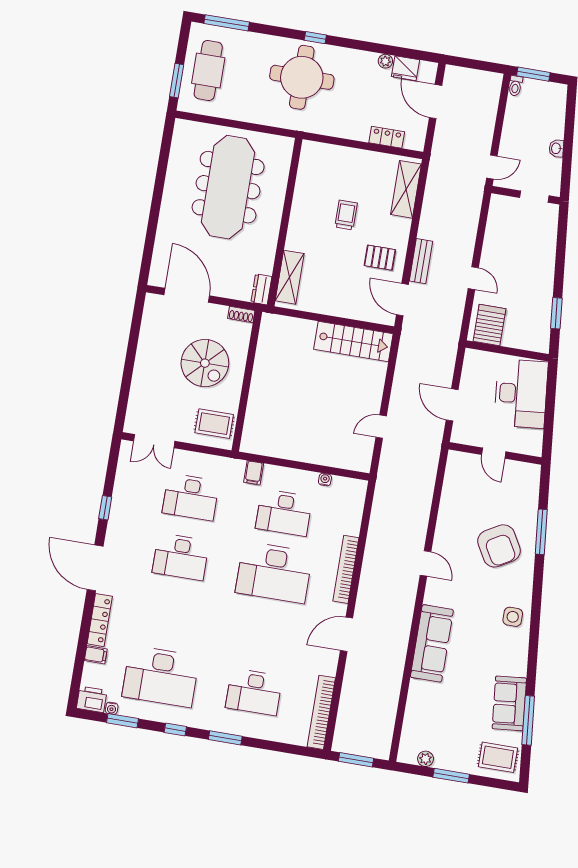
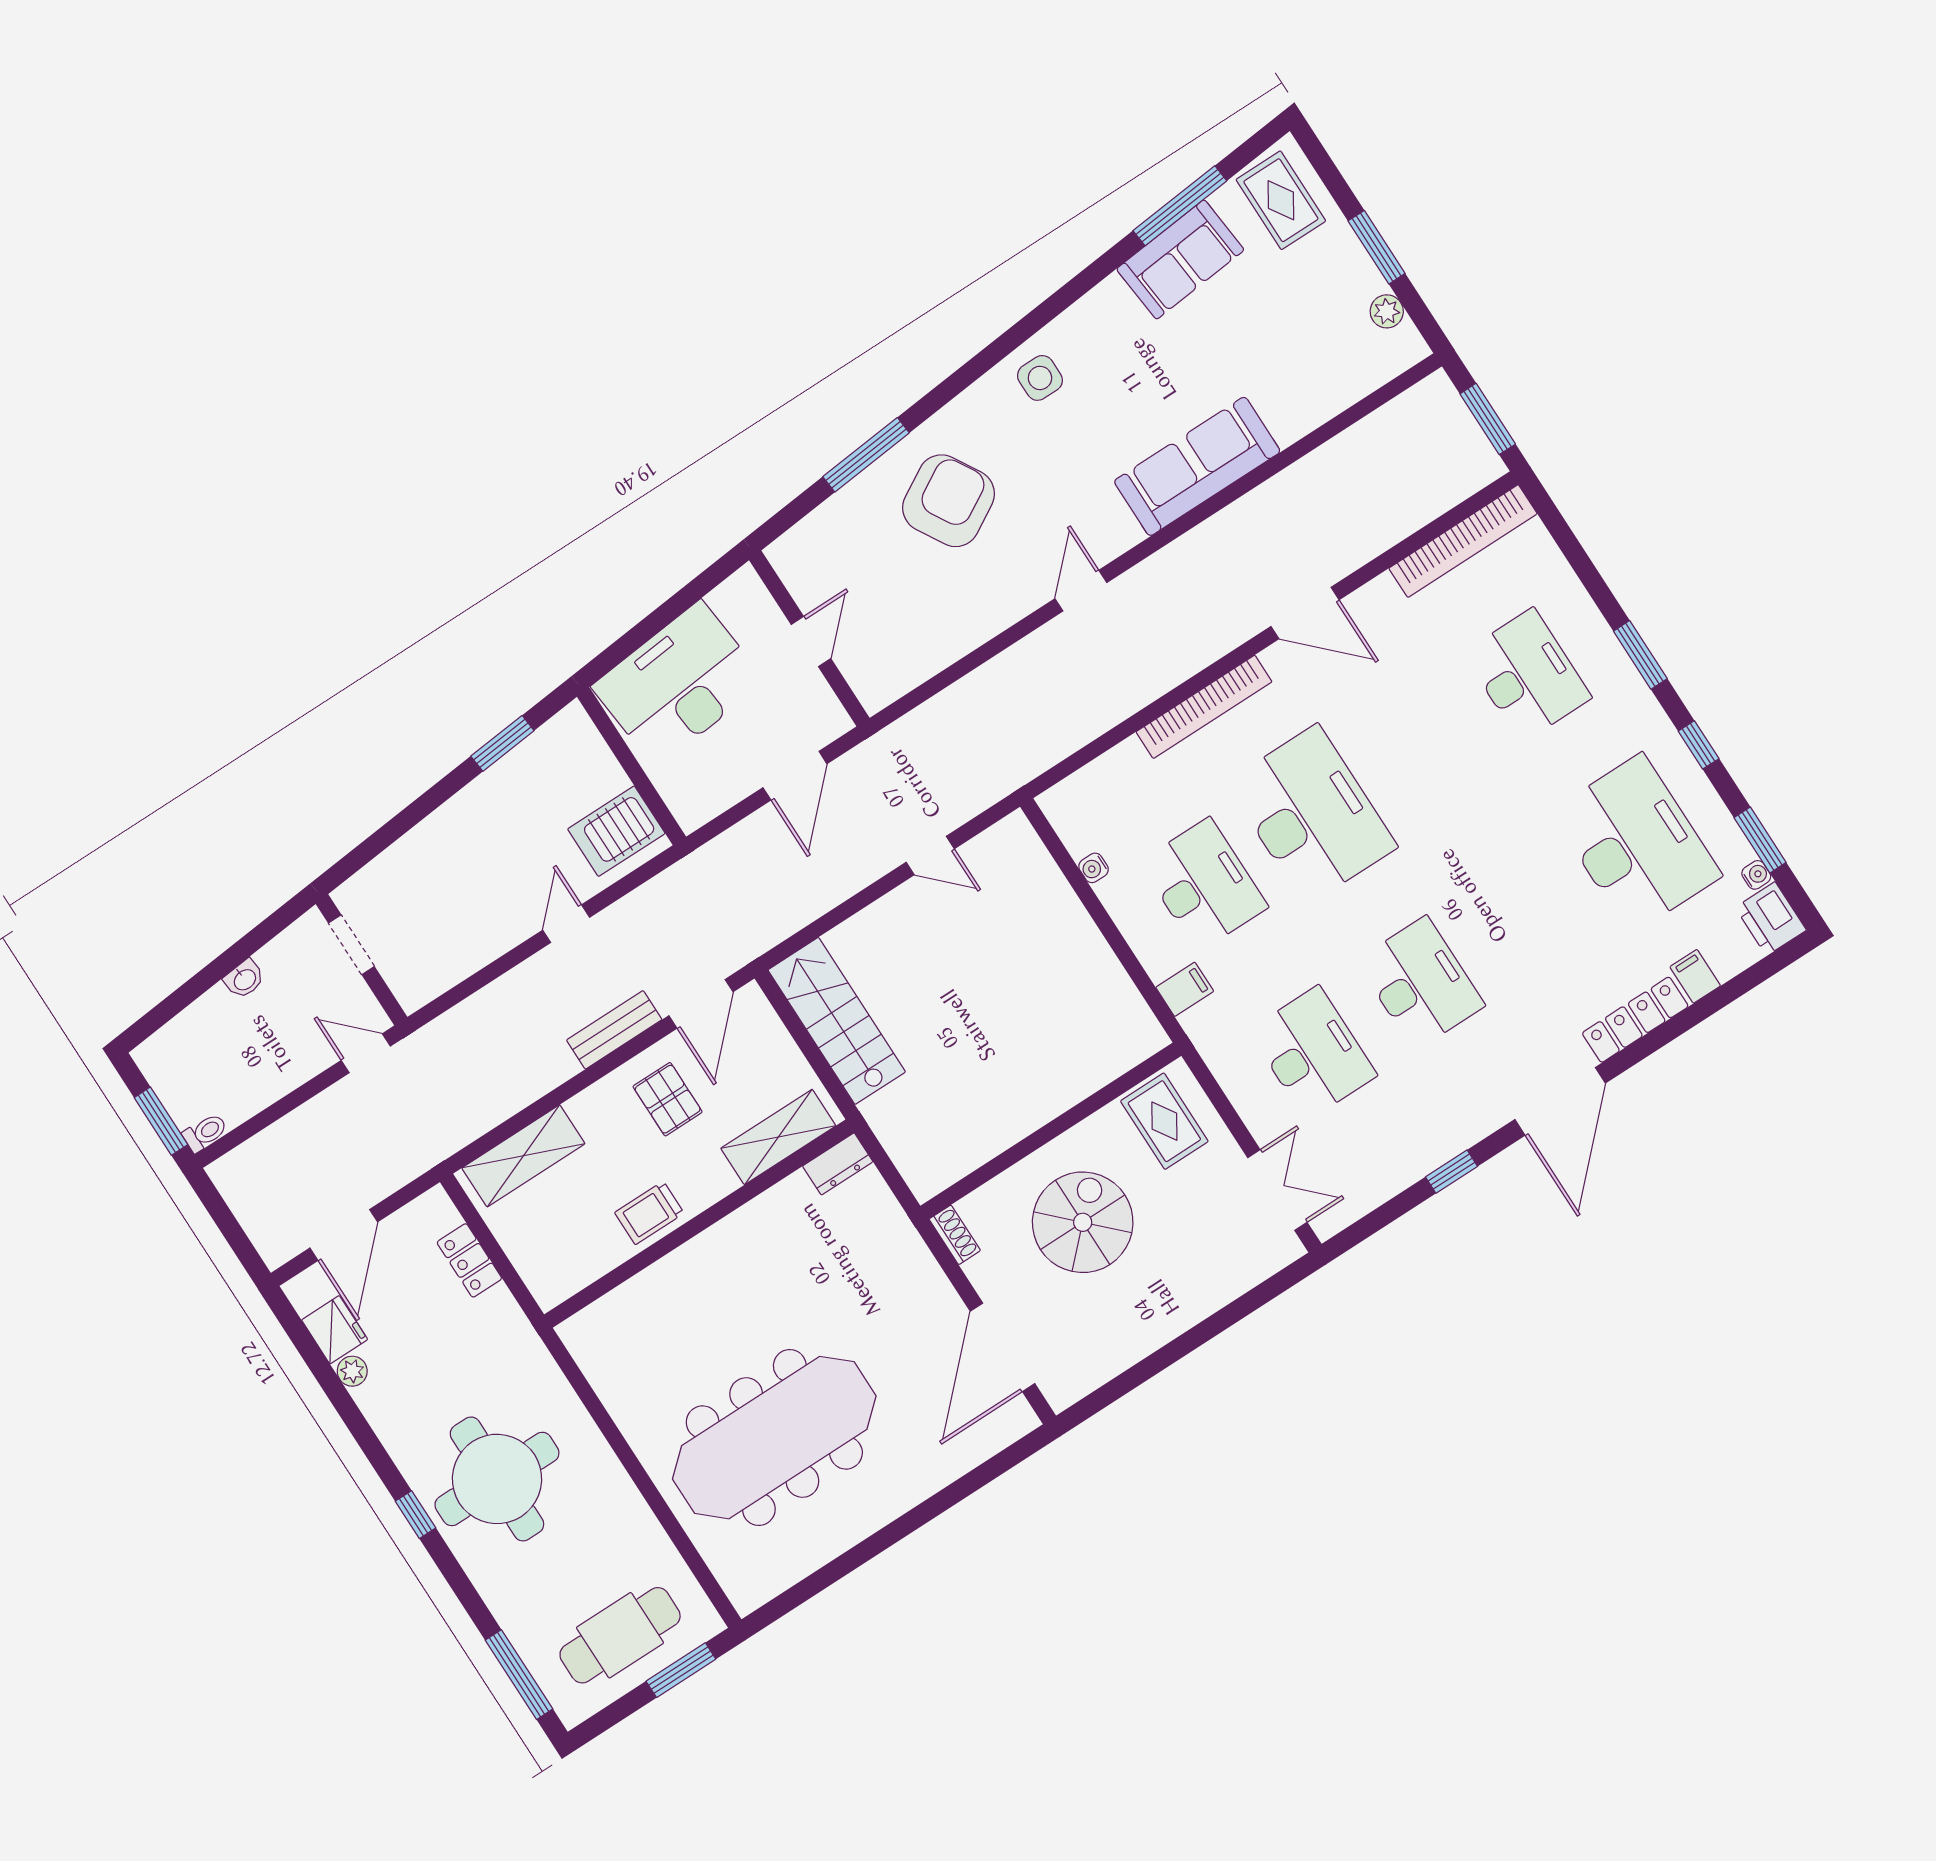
wall: (285, 222) -> (699, 1224), moved
shelving: (290, 277) -> (778, 1137), moved
dresser: (261, 289) -> (838, 1164), moved

